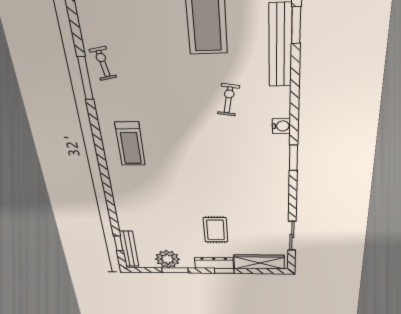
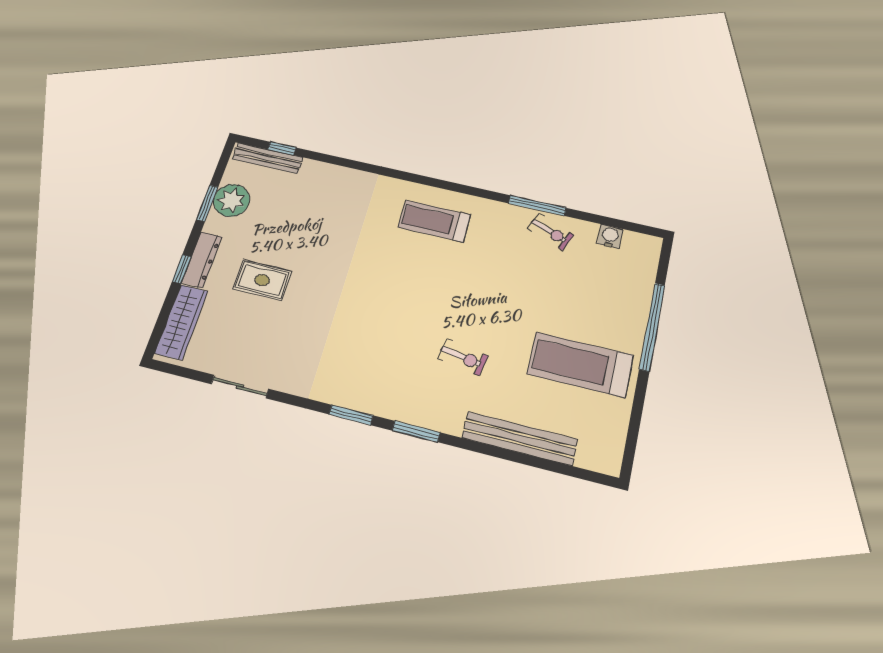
window: (296, 25) -> (416, 432), moved
exercise bike: (103, 63) -> (551, 232), turned 31
water cooler: (281, 126) -> (610, 236), moved, turned 180
sliding door: (292, 236) -> (240, 387), moved

